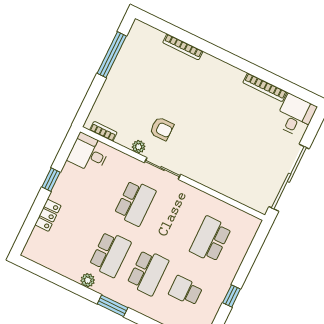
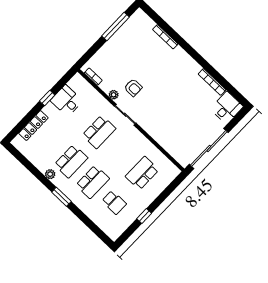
desk: (89, 153) -> (67, 101), moved
locker: (48, 215) -> (33, 126), width x1.53
school desk: (186, 291) -> (114, 202), turned 180

